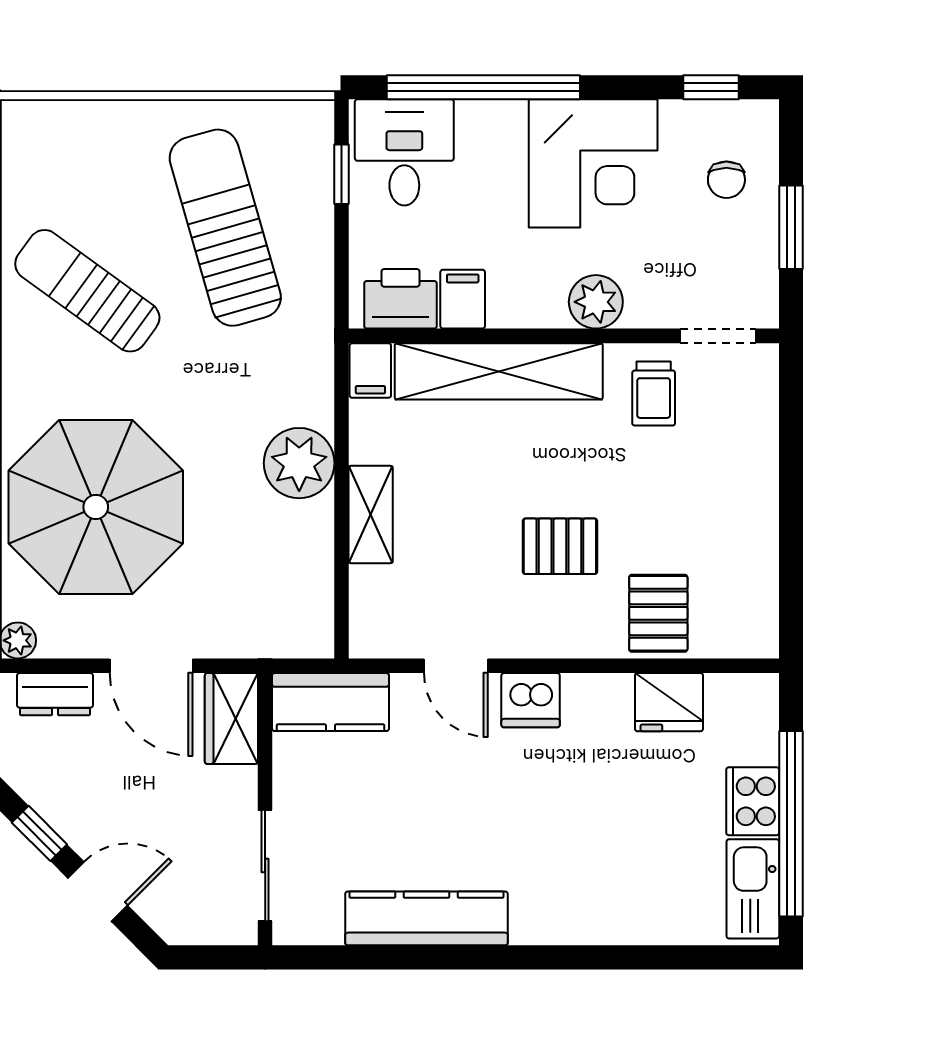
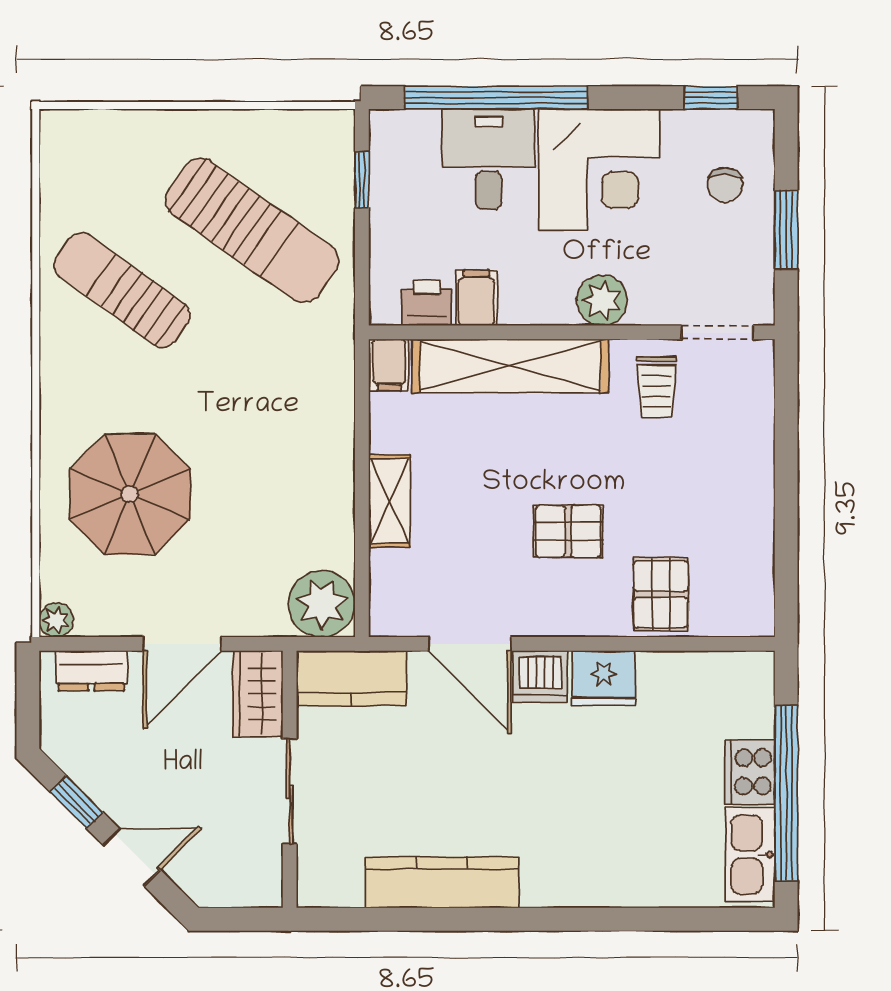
desk: (404, 152) -> (489, 159), moved
sun lounger: (225, 228) -> (252, 230), turned 141
printer: (400, 299) -> (427, 303), width x0.73, depth x0.81
plant: (299, 463) -> (322, 604), moved
parasol: (96, 507) -> (130, 494), width x0.73, depth x0.73
door: (151, 666) -> (182, 644), hinge flipped
door: (456, 666) -> (470, 644), width x1.38
fridge: (669, 702) -> (603, 678), moved
sliding door: (265, 865) -> (290, 792), moved

